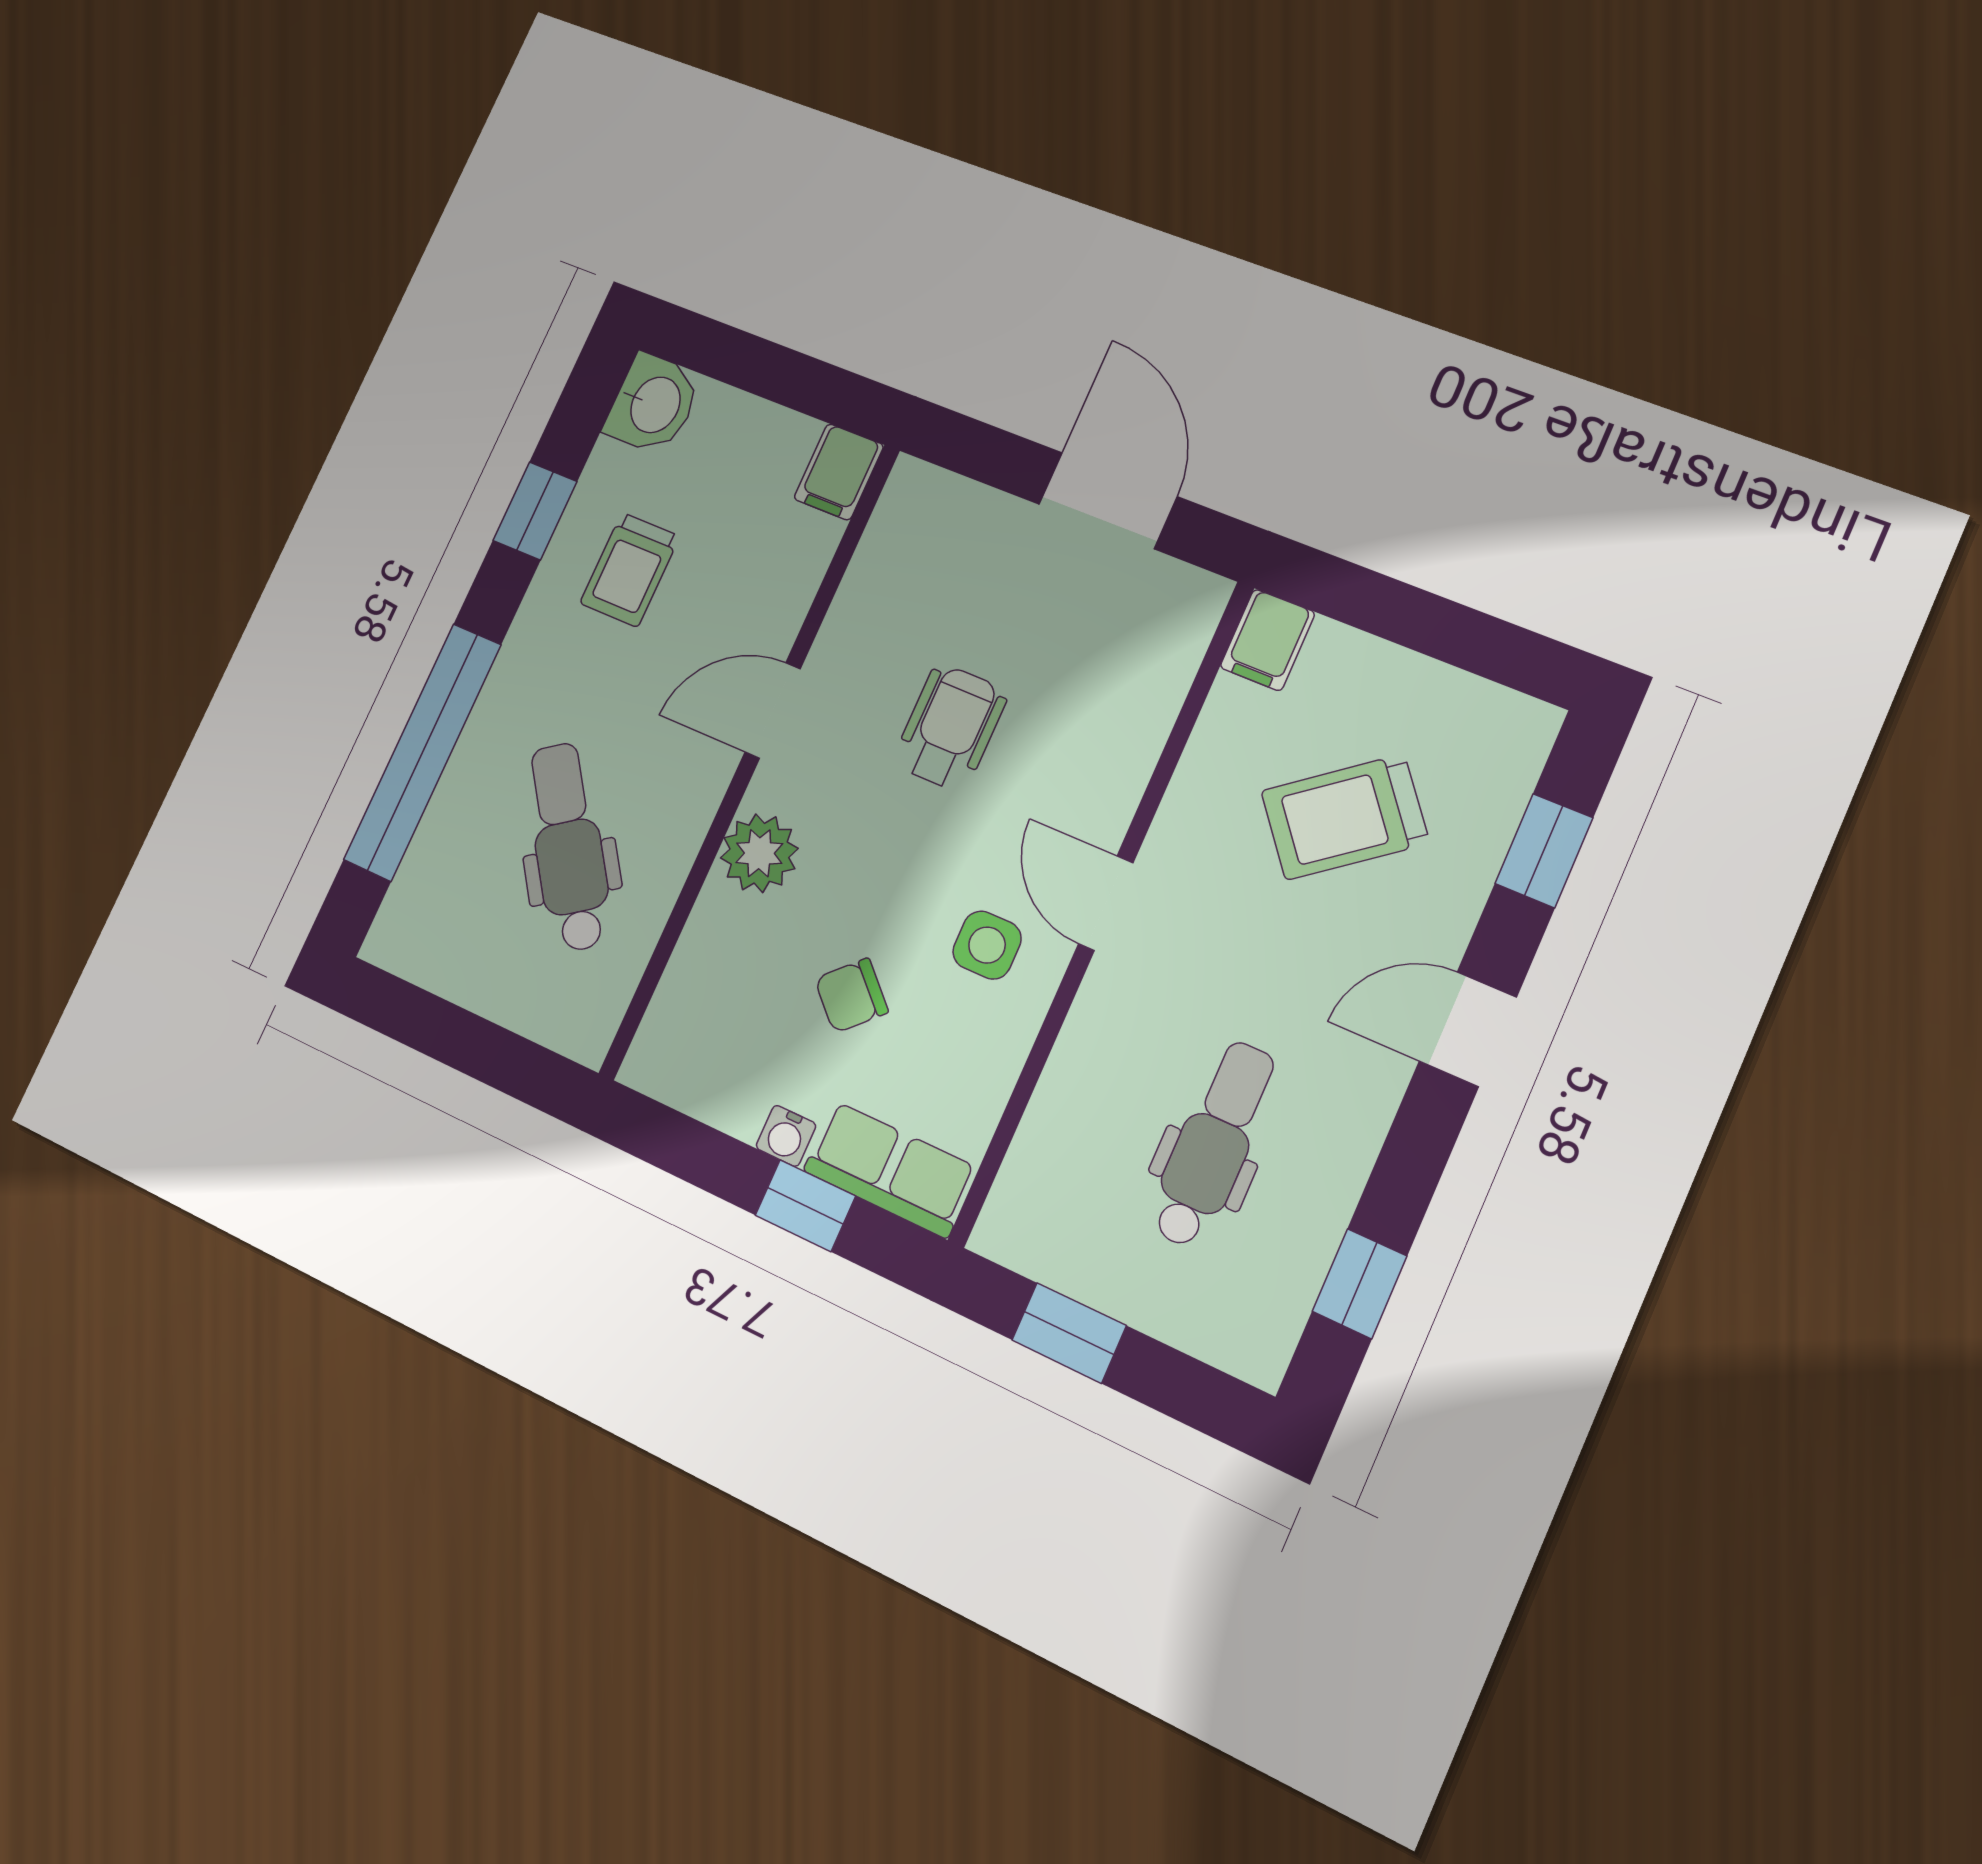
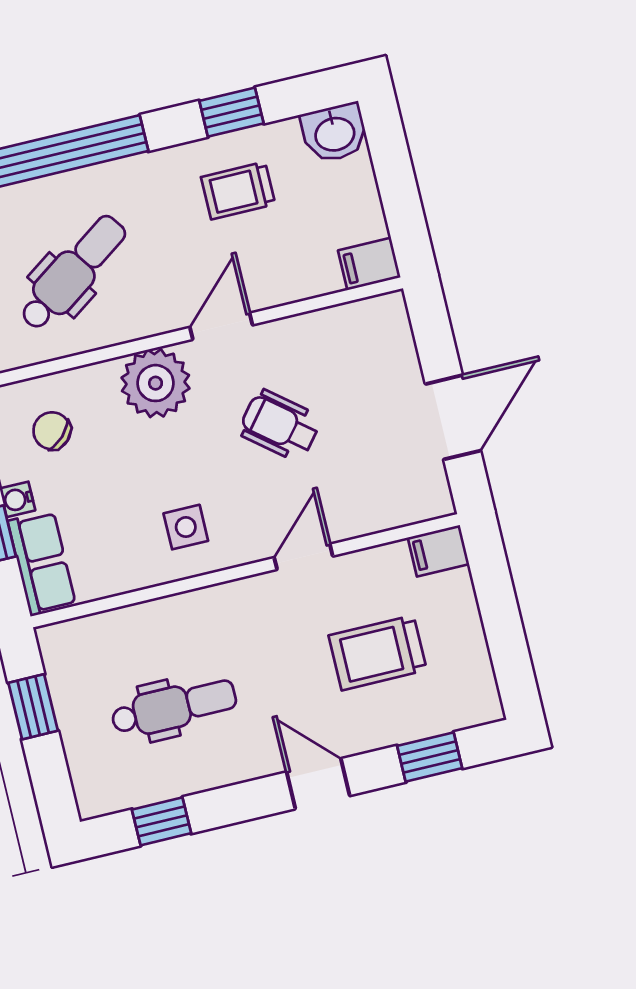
door: (773, 710) -> (221, 326), hinge flipped
wheelchair: (950, 727) -> (280, 425), turned -141
trolley: (1345, 817) -> (378, 653), turned -52
plant: (759, 853) -> (156, 383), width x1.36, depth x1.36
door: (1106, 903) -> (303, 557), moved
chair: (851, 995) -> (52, 431), moved

